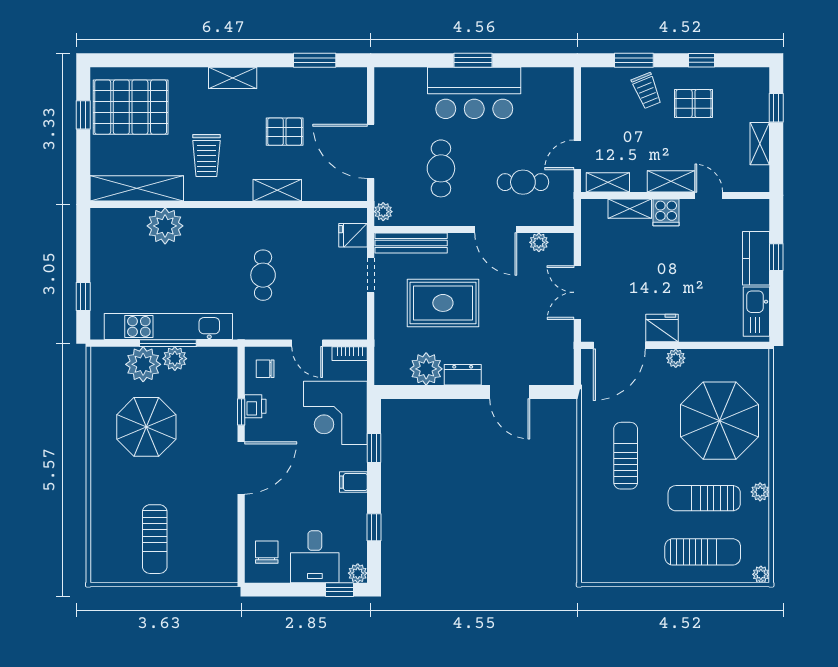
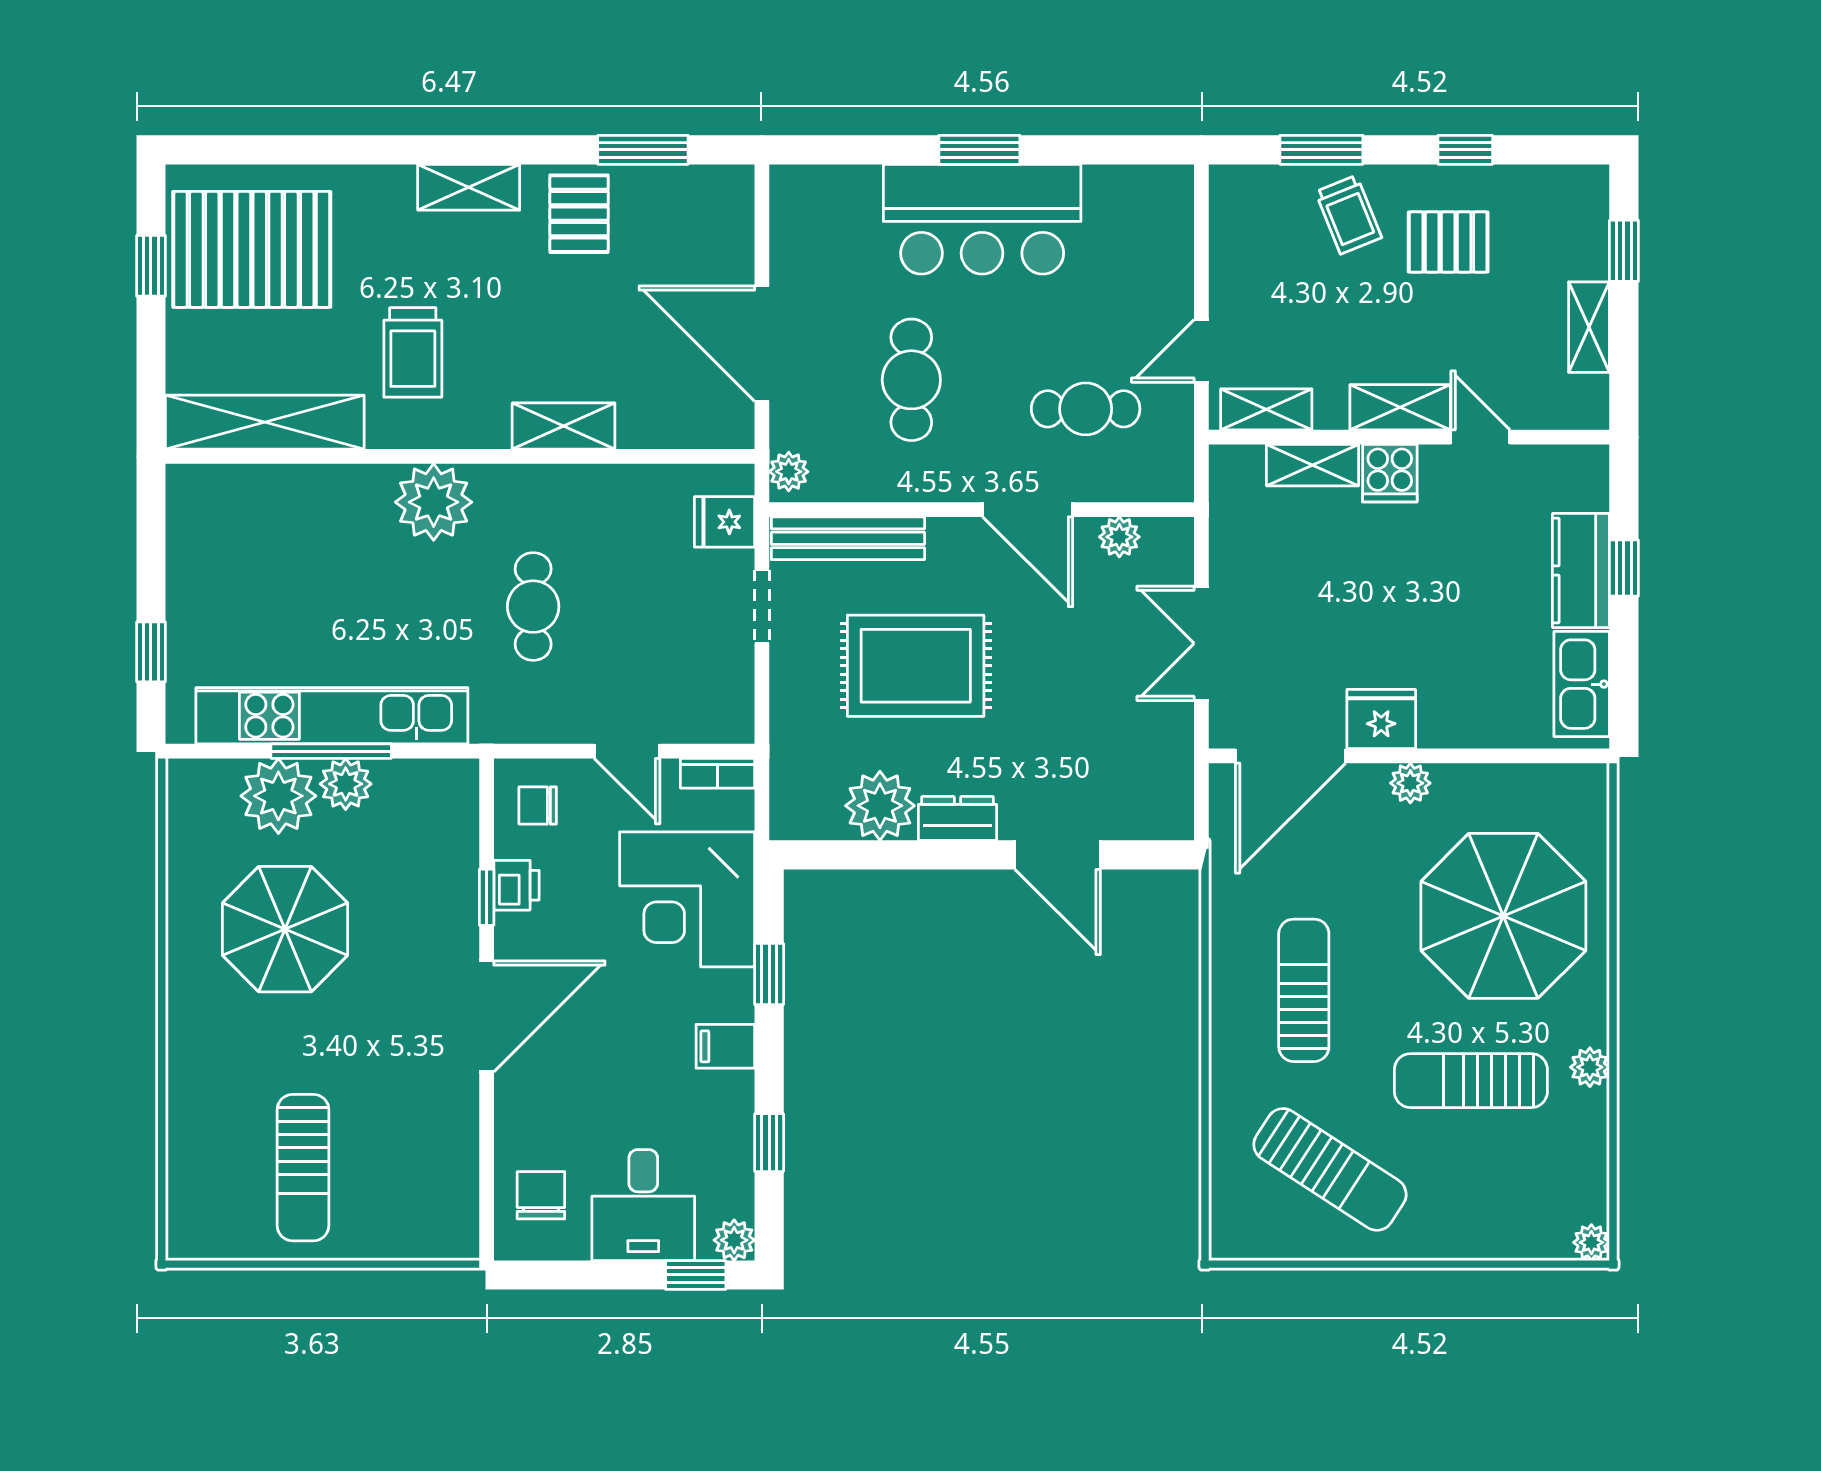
pallet: (285, 132) -> (579, 214), moved, turned 90
plant: (165, 226) -> (434, 502), moved
sun lounger: (703, 552) -> (1330, 1169), moved, turned 33

